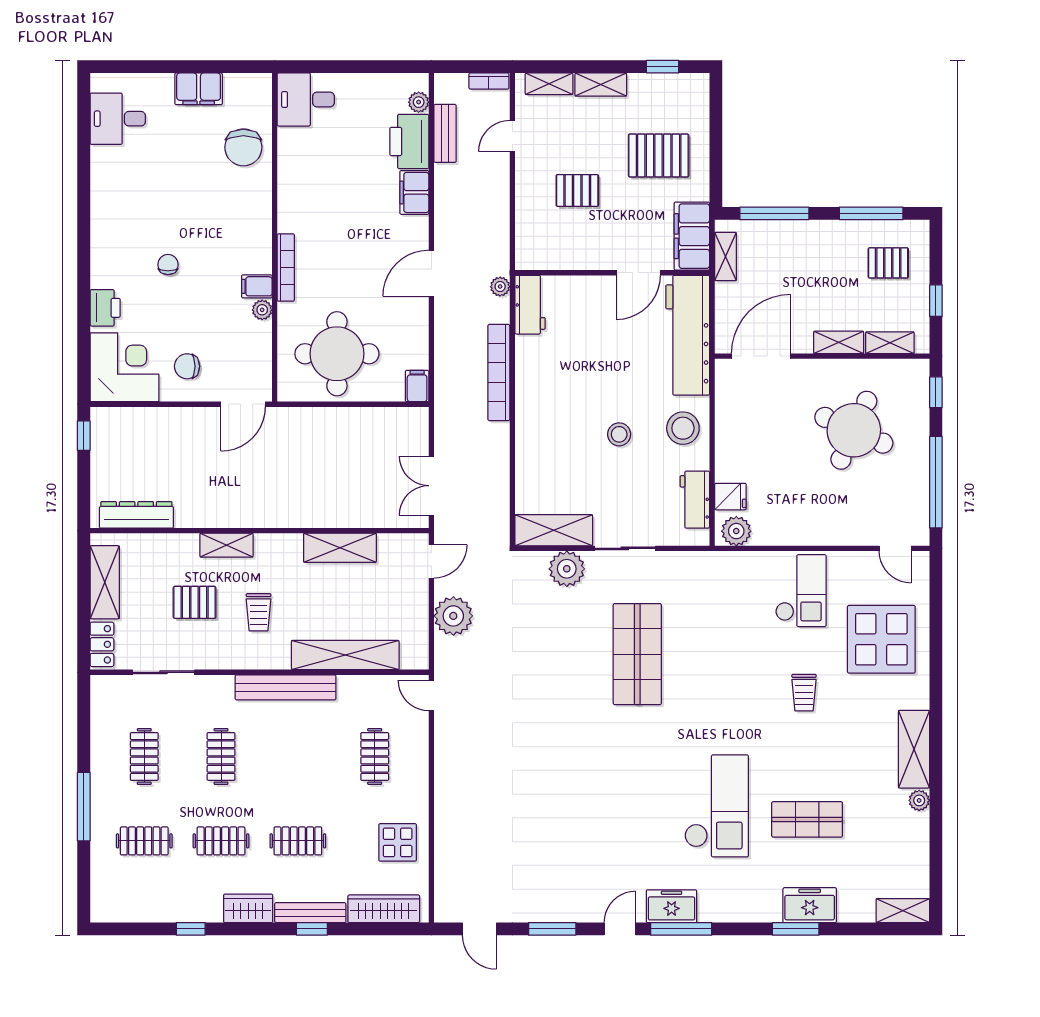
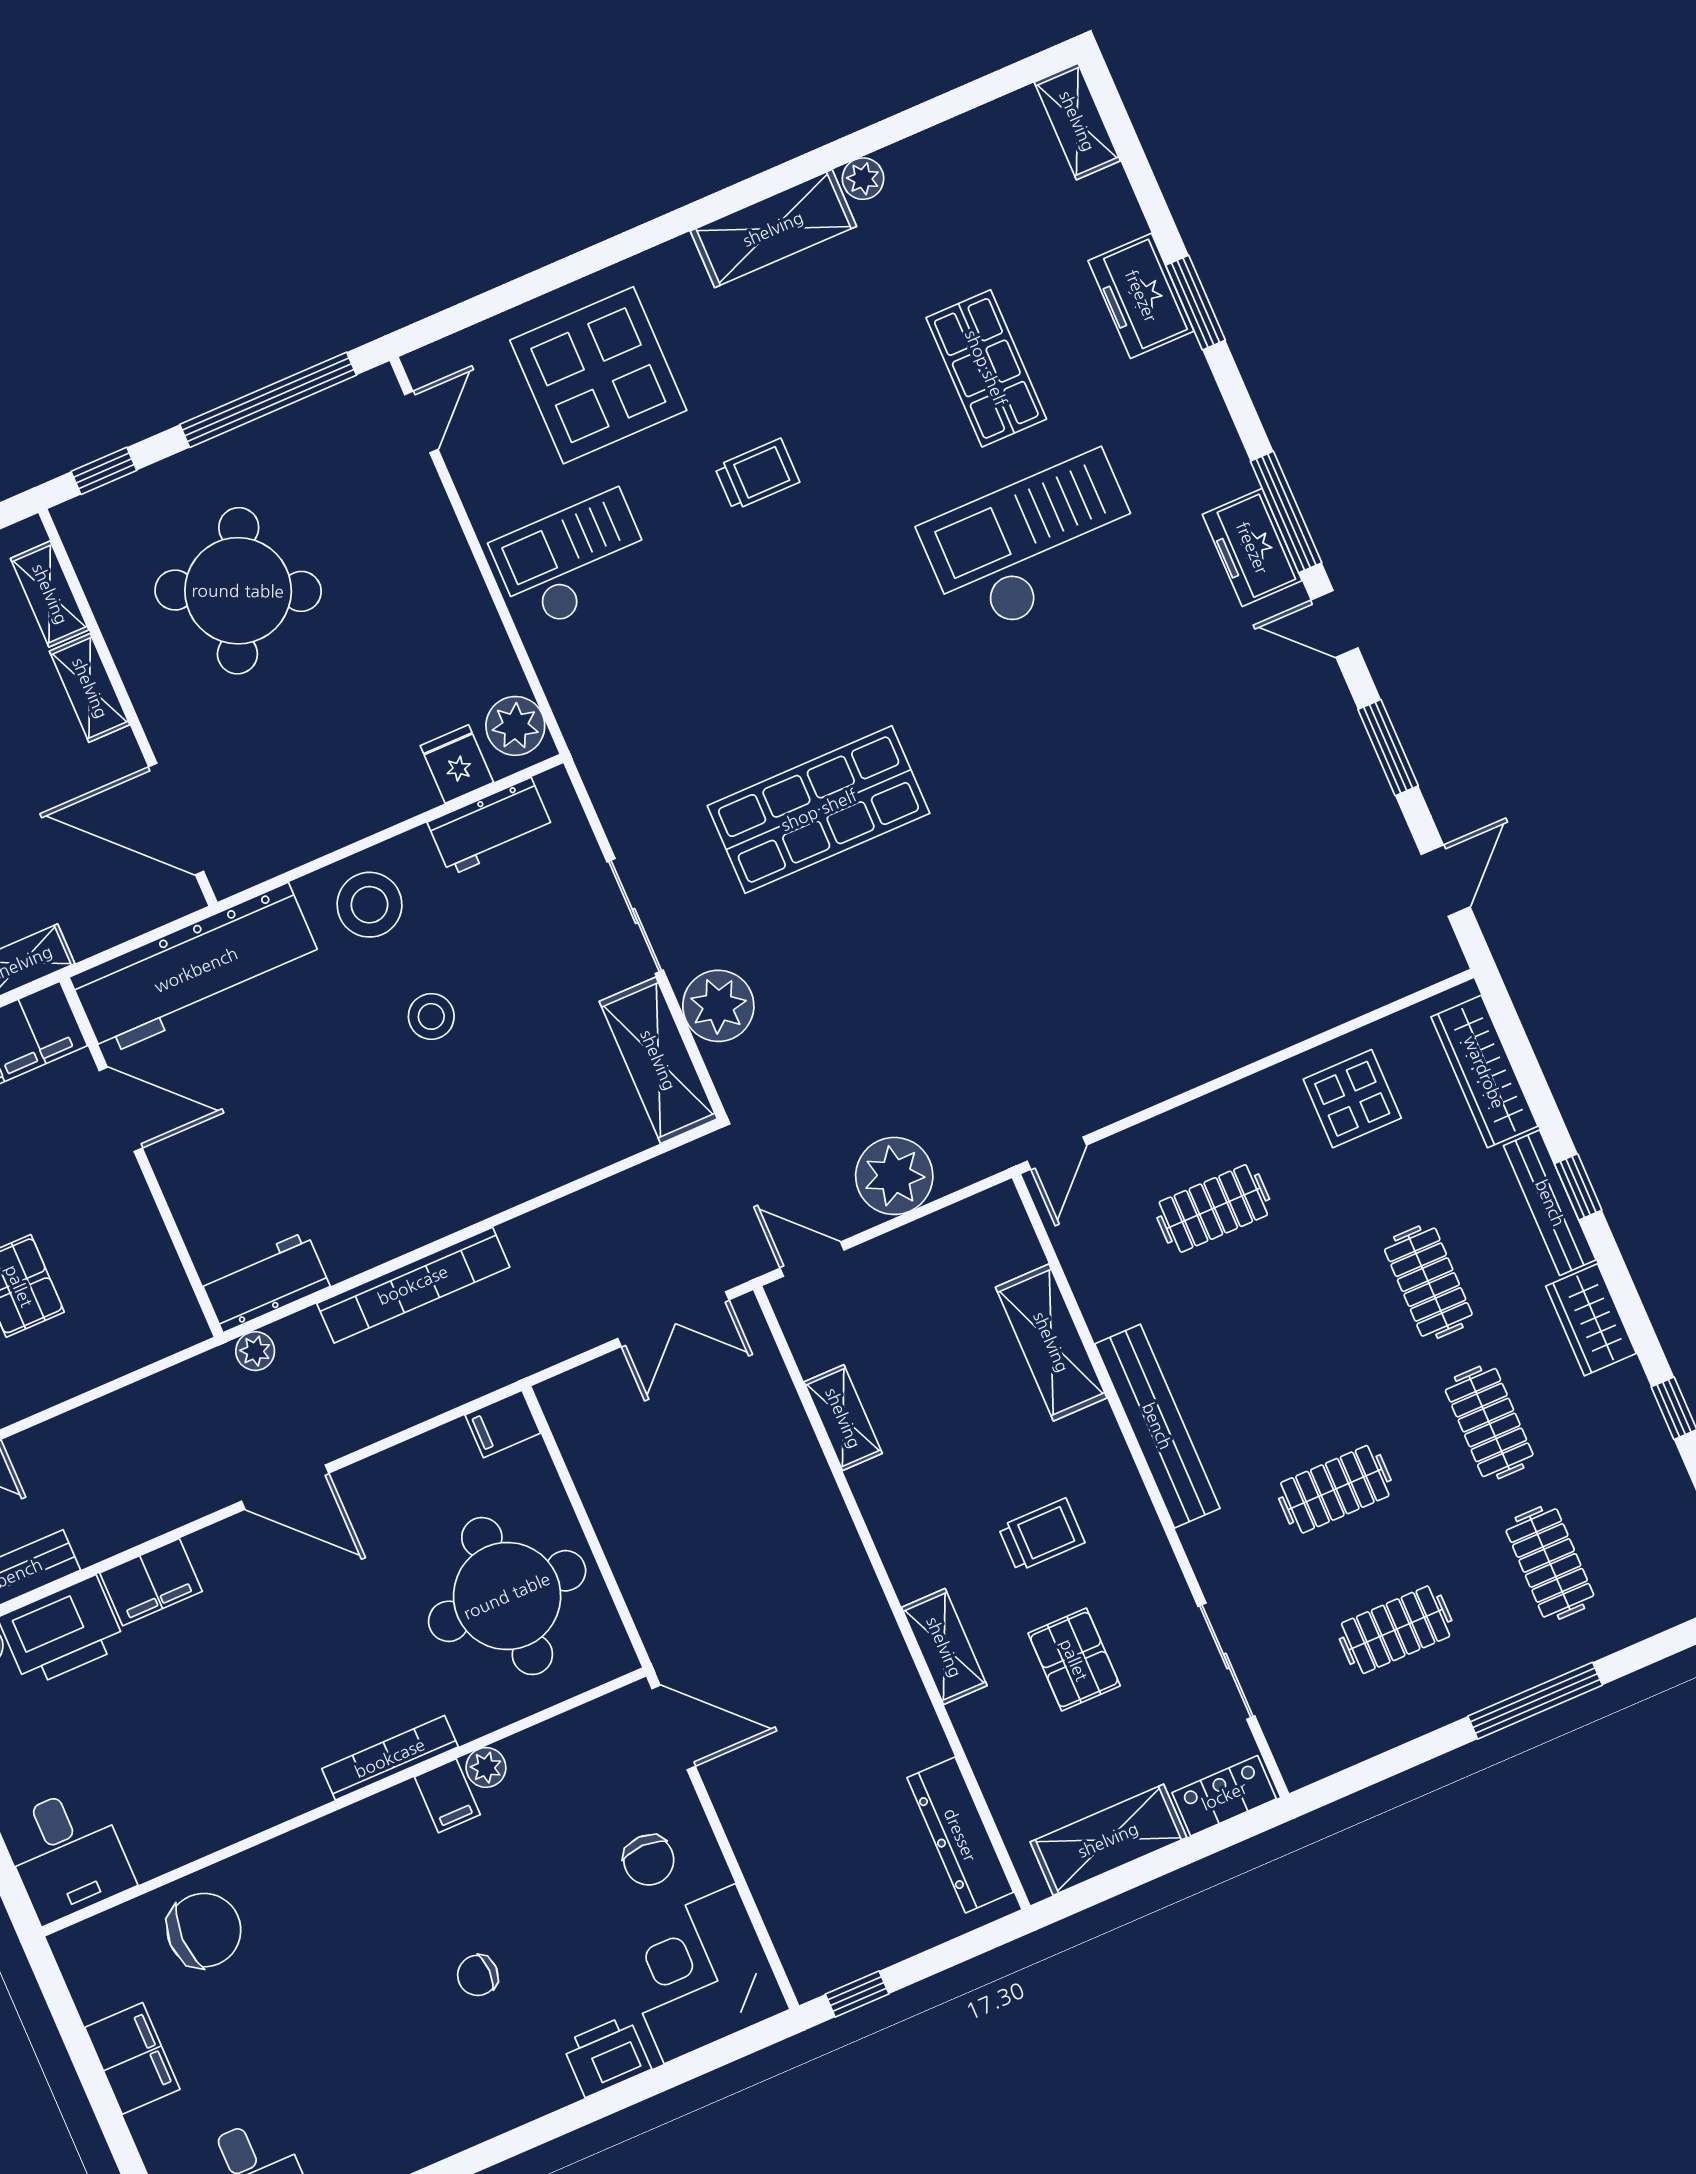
shelving: (340, 548) -> (843, 1418), width x0.67, depth x0.75
shelving: (345, 655) -> (1051, 1342), width x0.68

